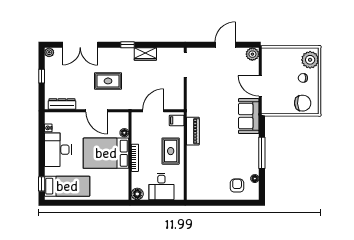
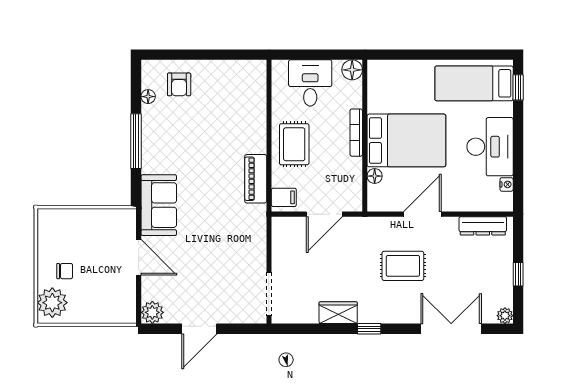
chair: (303, 103) -> (65, 227), removed
door: (97, 111) -> (422, 214), hinge flipped

